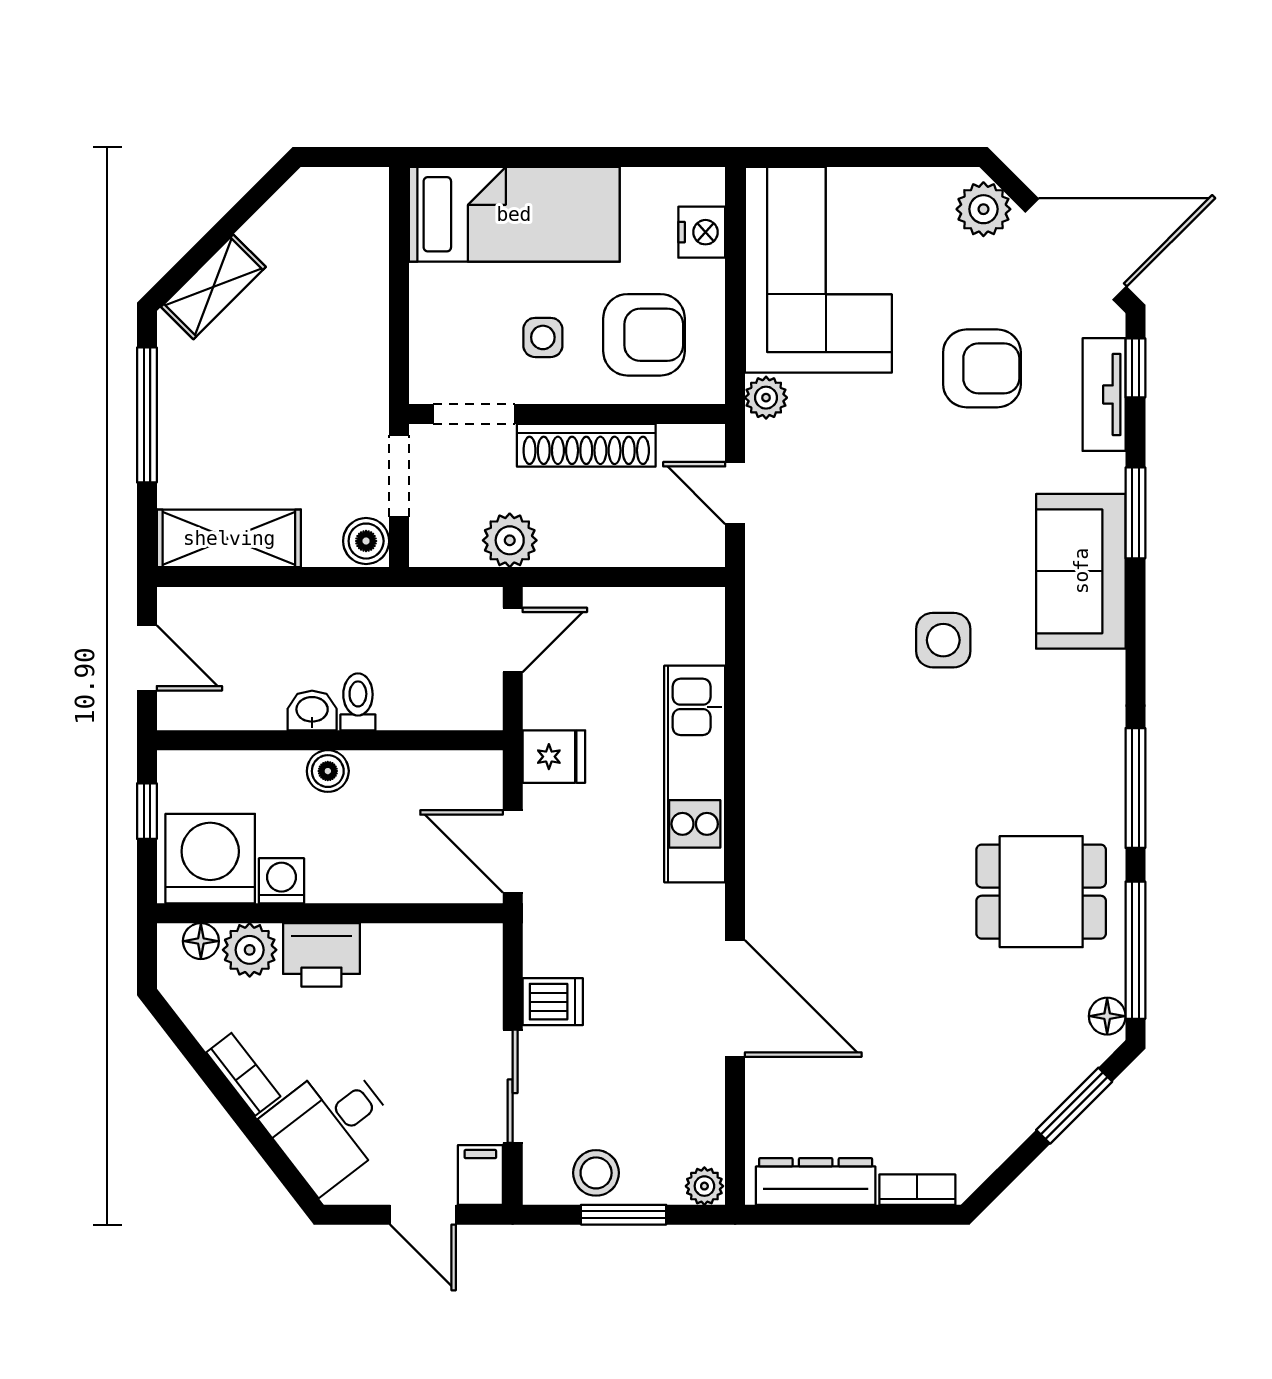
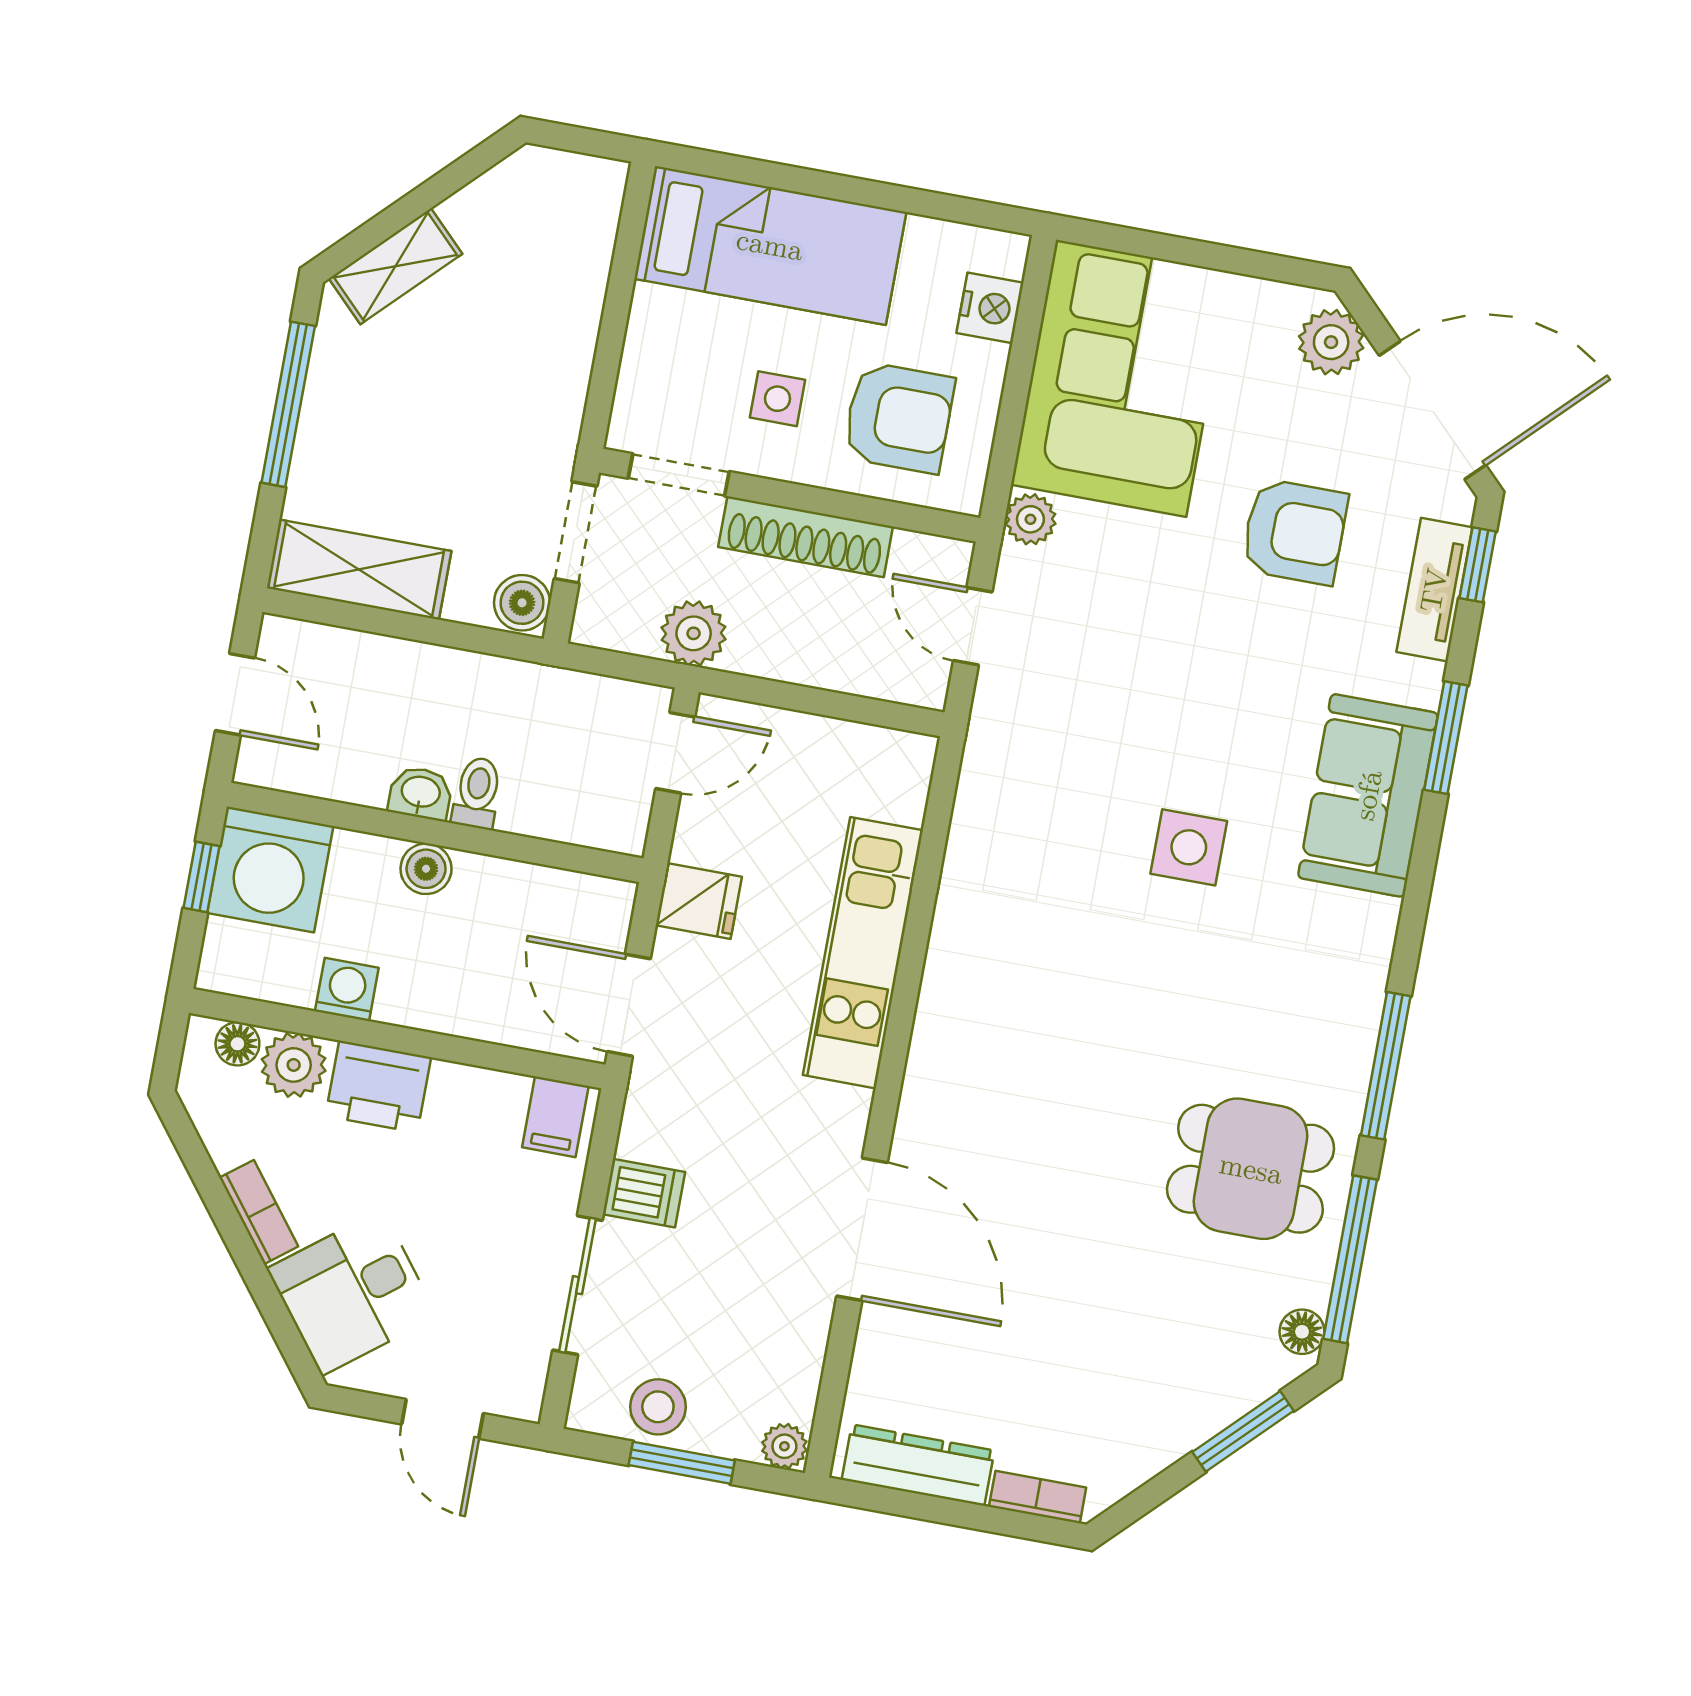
washing machine: (210, 859) -> (270, 870), moved, turned 180
filing cabinet: (480, 1175) -> (555, 1117), moved, turned 180

